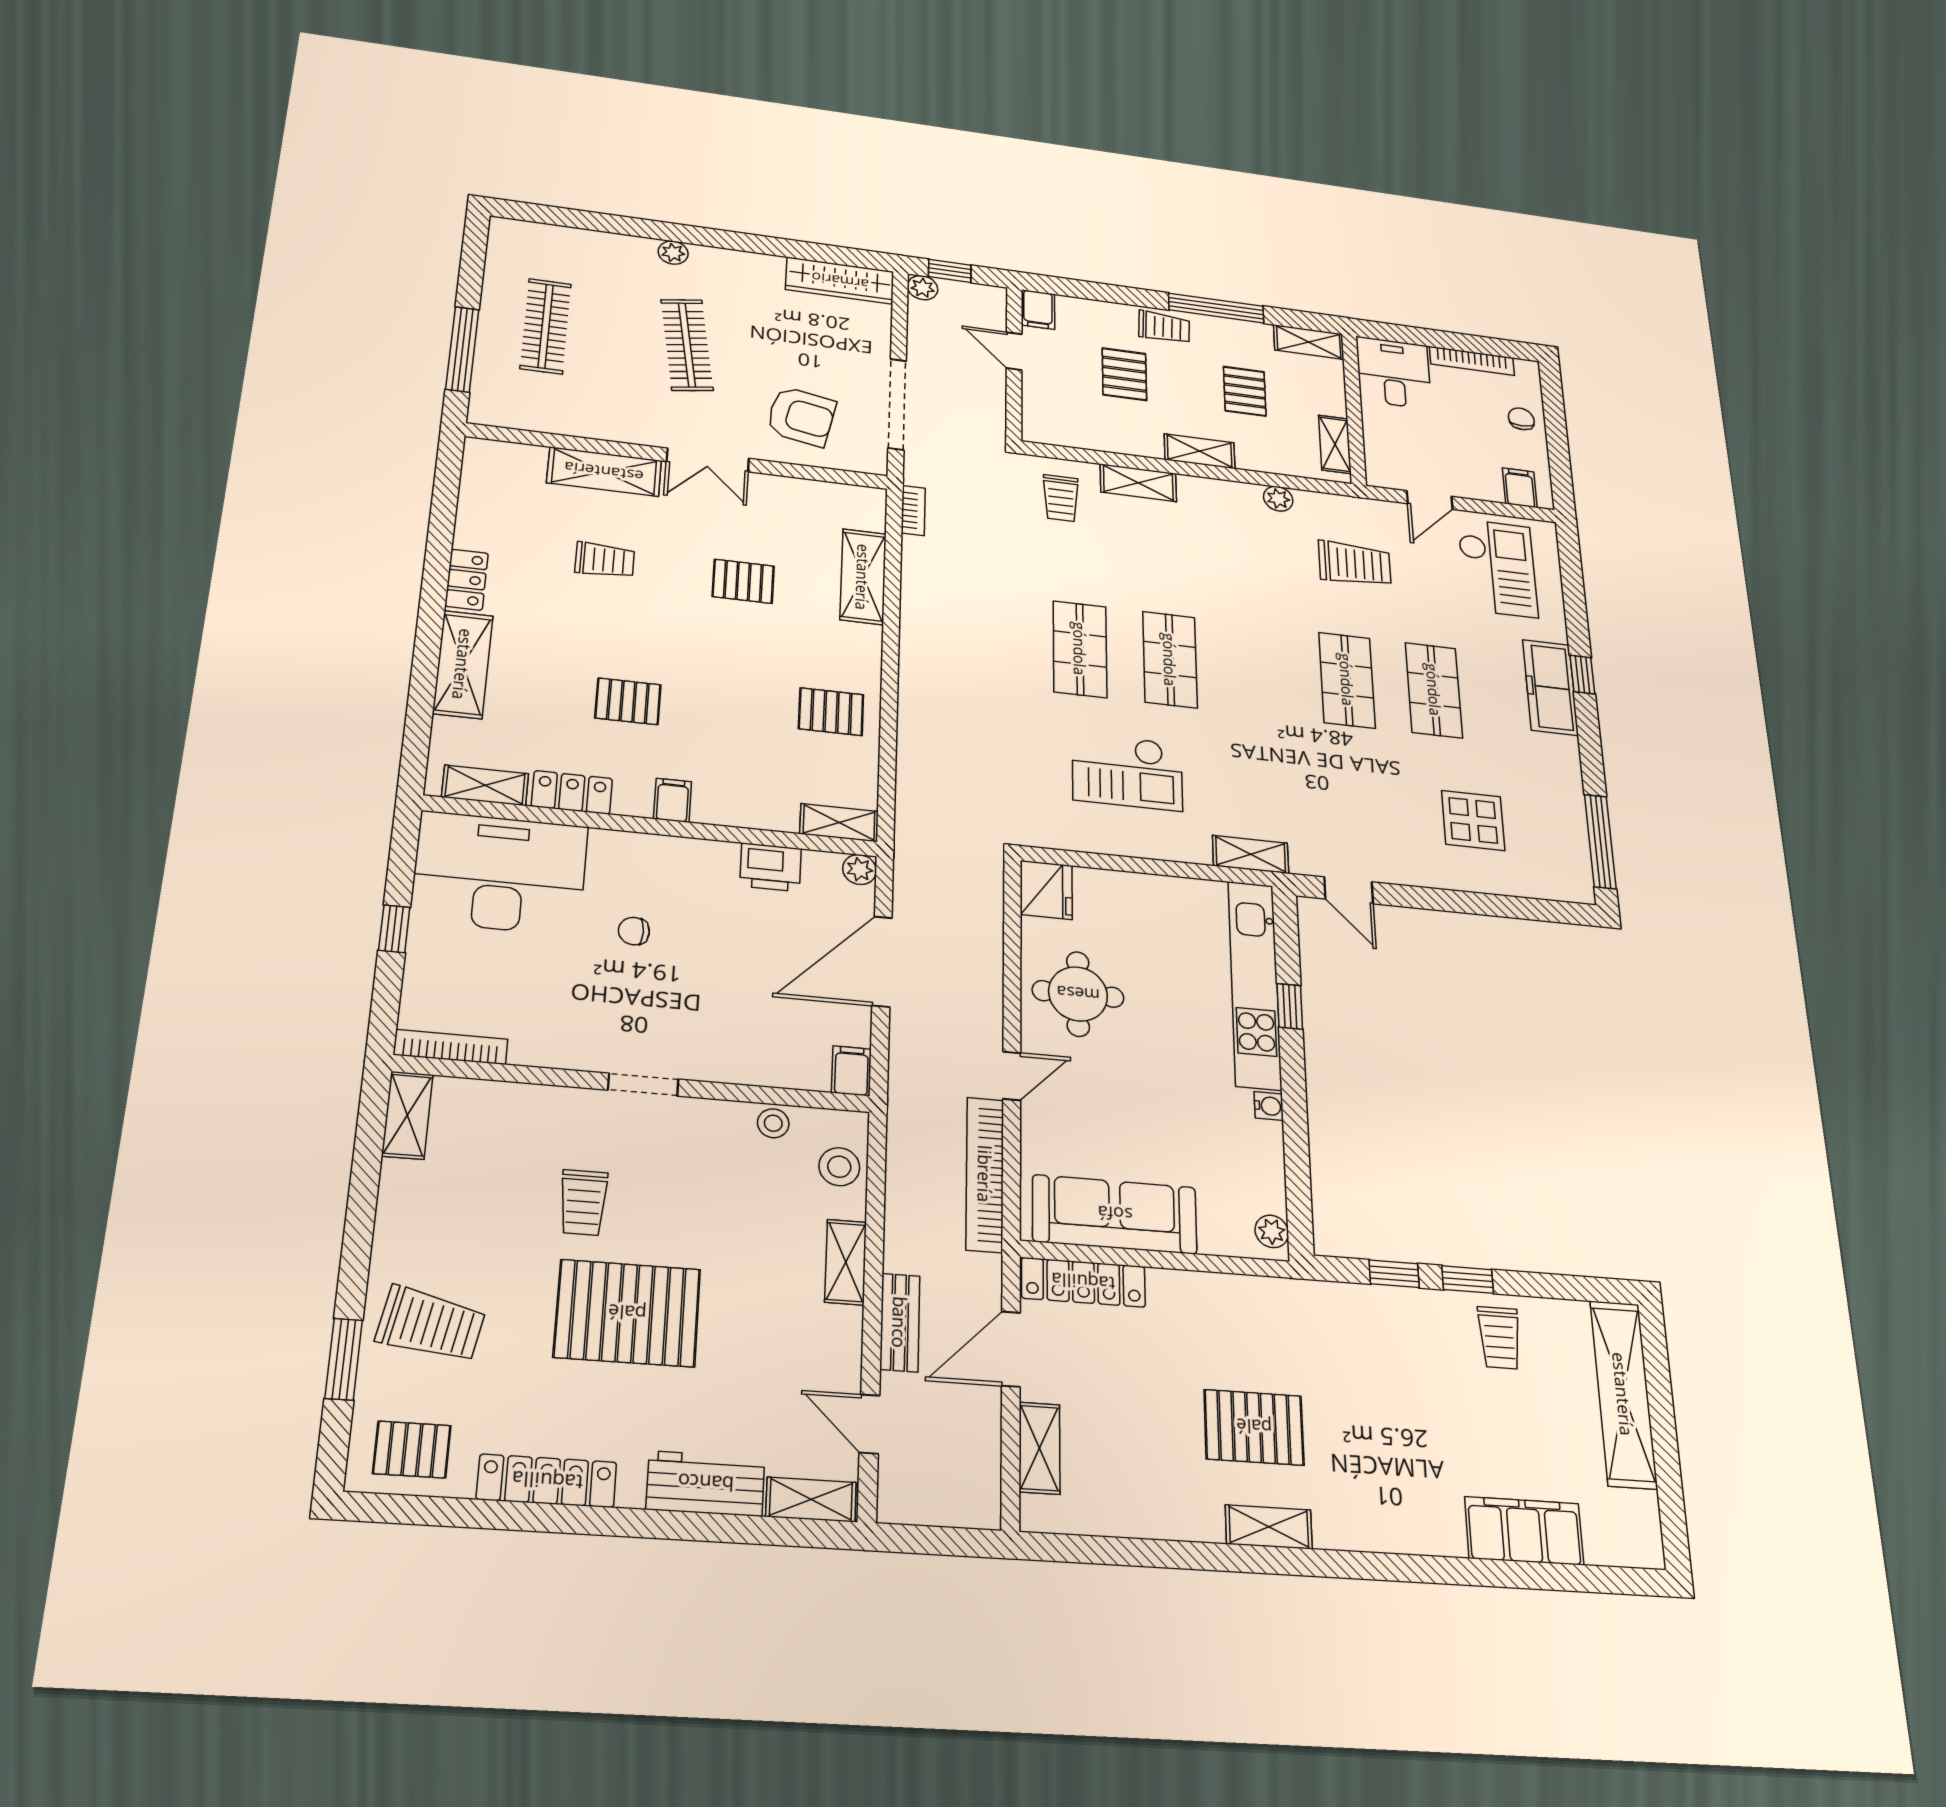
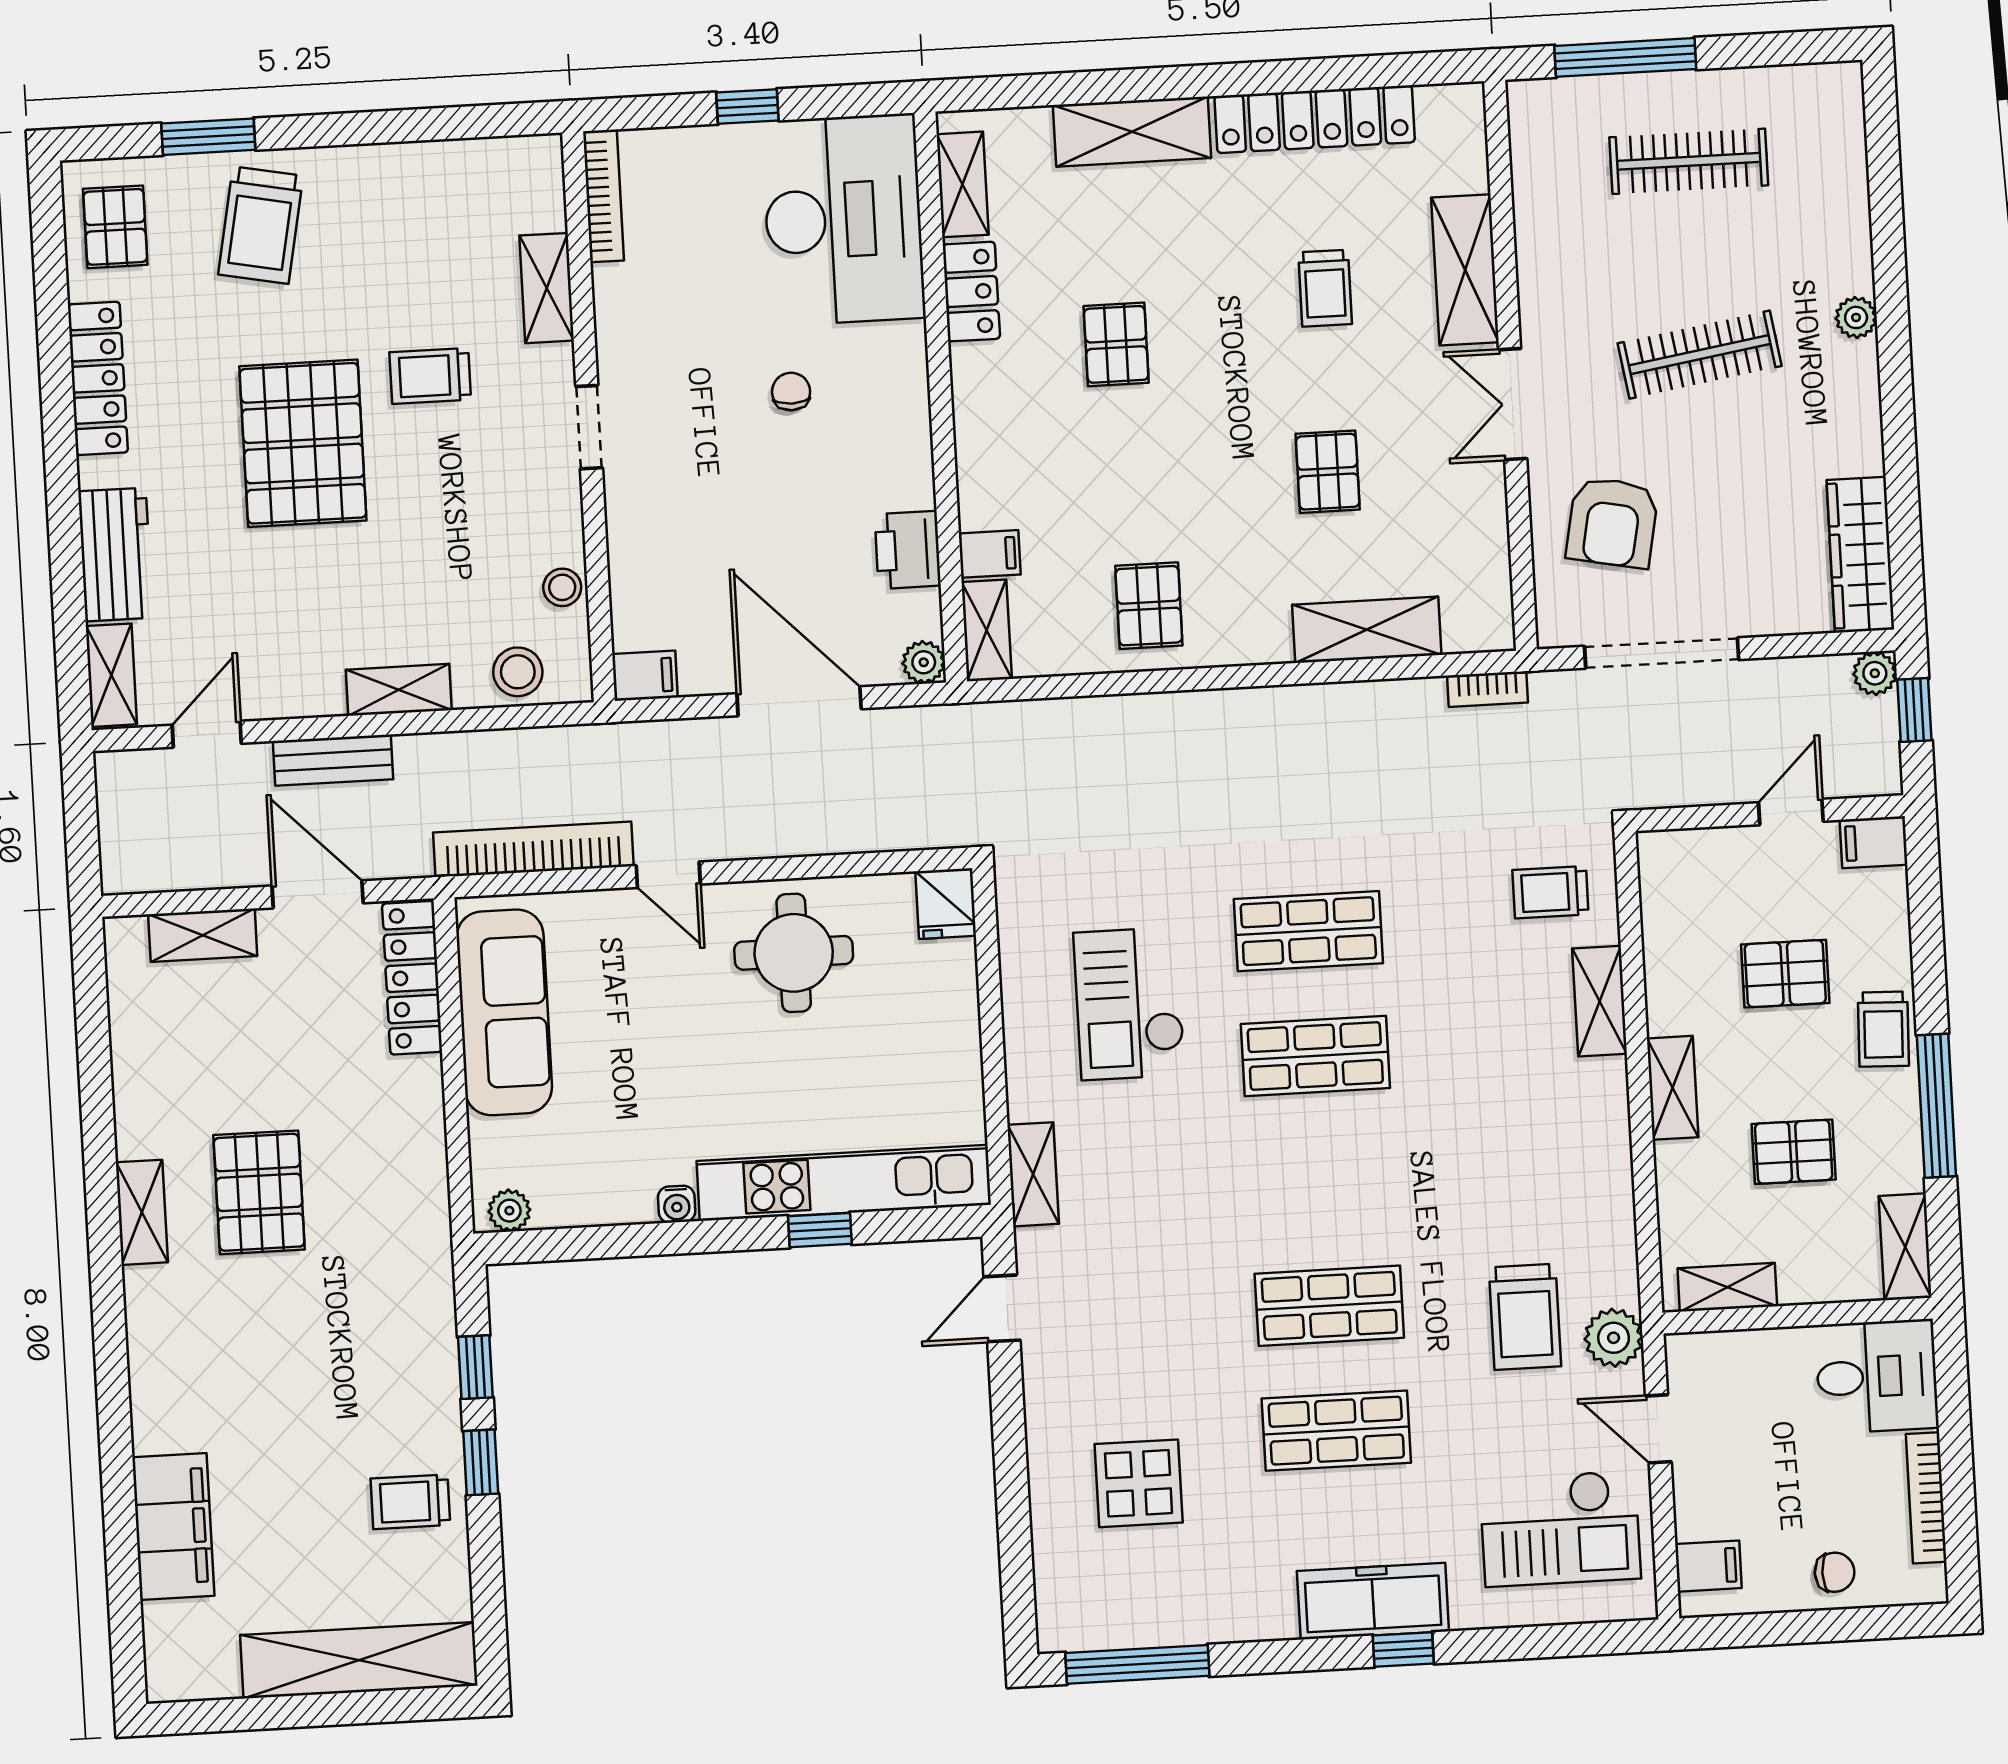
plant: (1278, 499) -> (1614, 1338), moved, width x1.38, depth x1.38
locker: (467, 580) -> (1315, 119), width x2.16, depth x1.21
filing cabinet: (673, 800) -> (990, 554), moved
fridge: (1046, 890) -> (946, 904), width x0.72
shelving: (407, 1115) -> (547, 288), moved, turned 90

